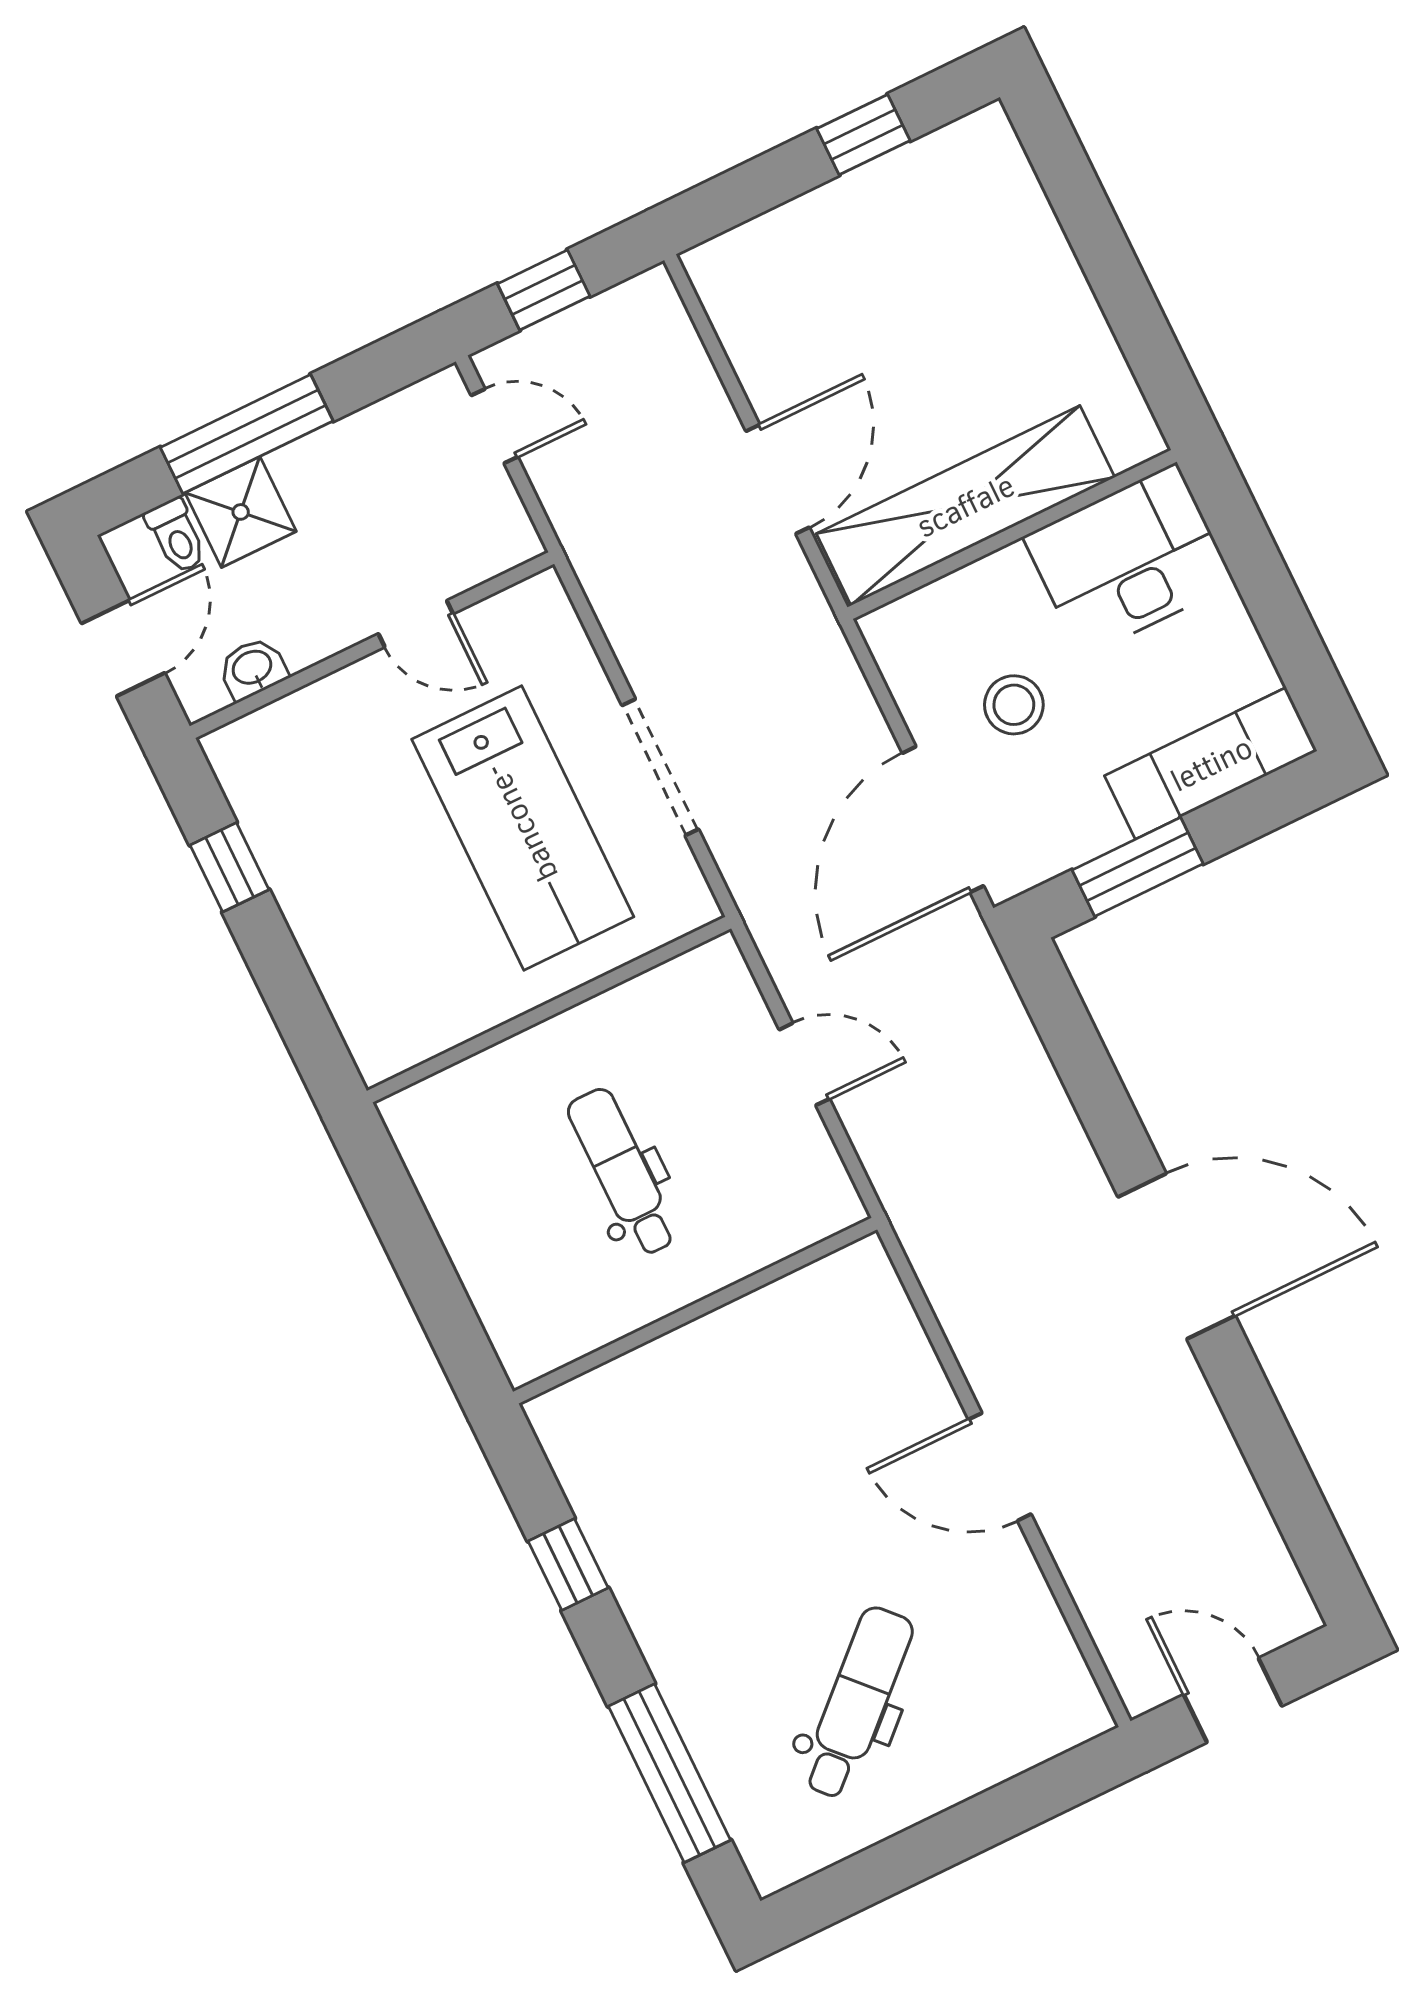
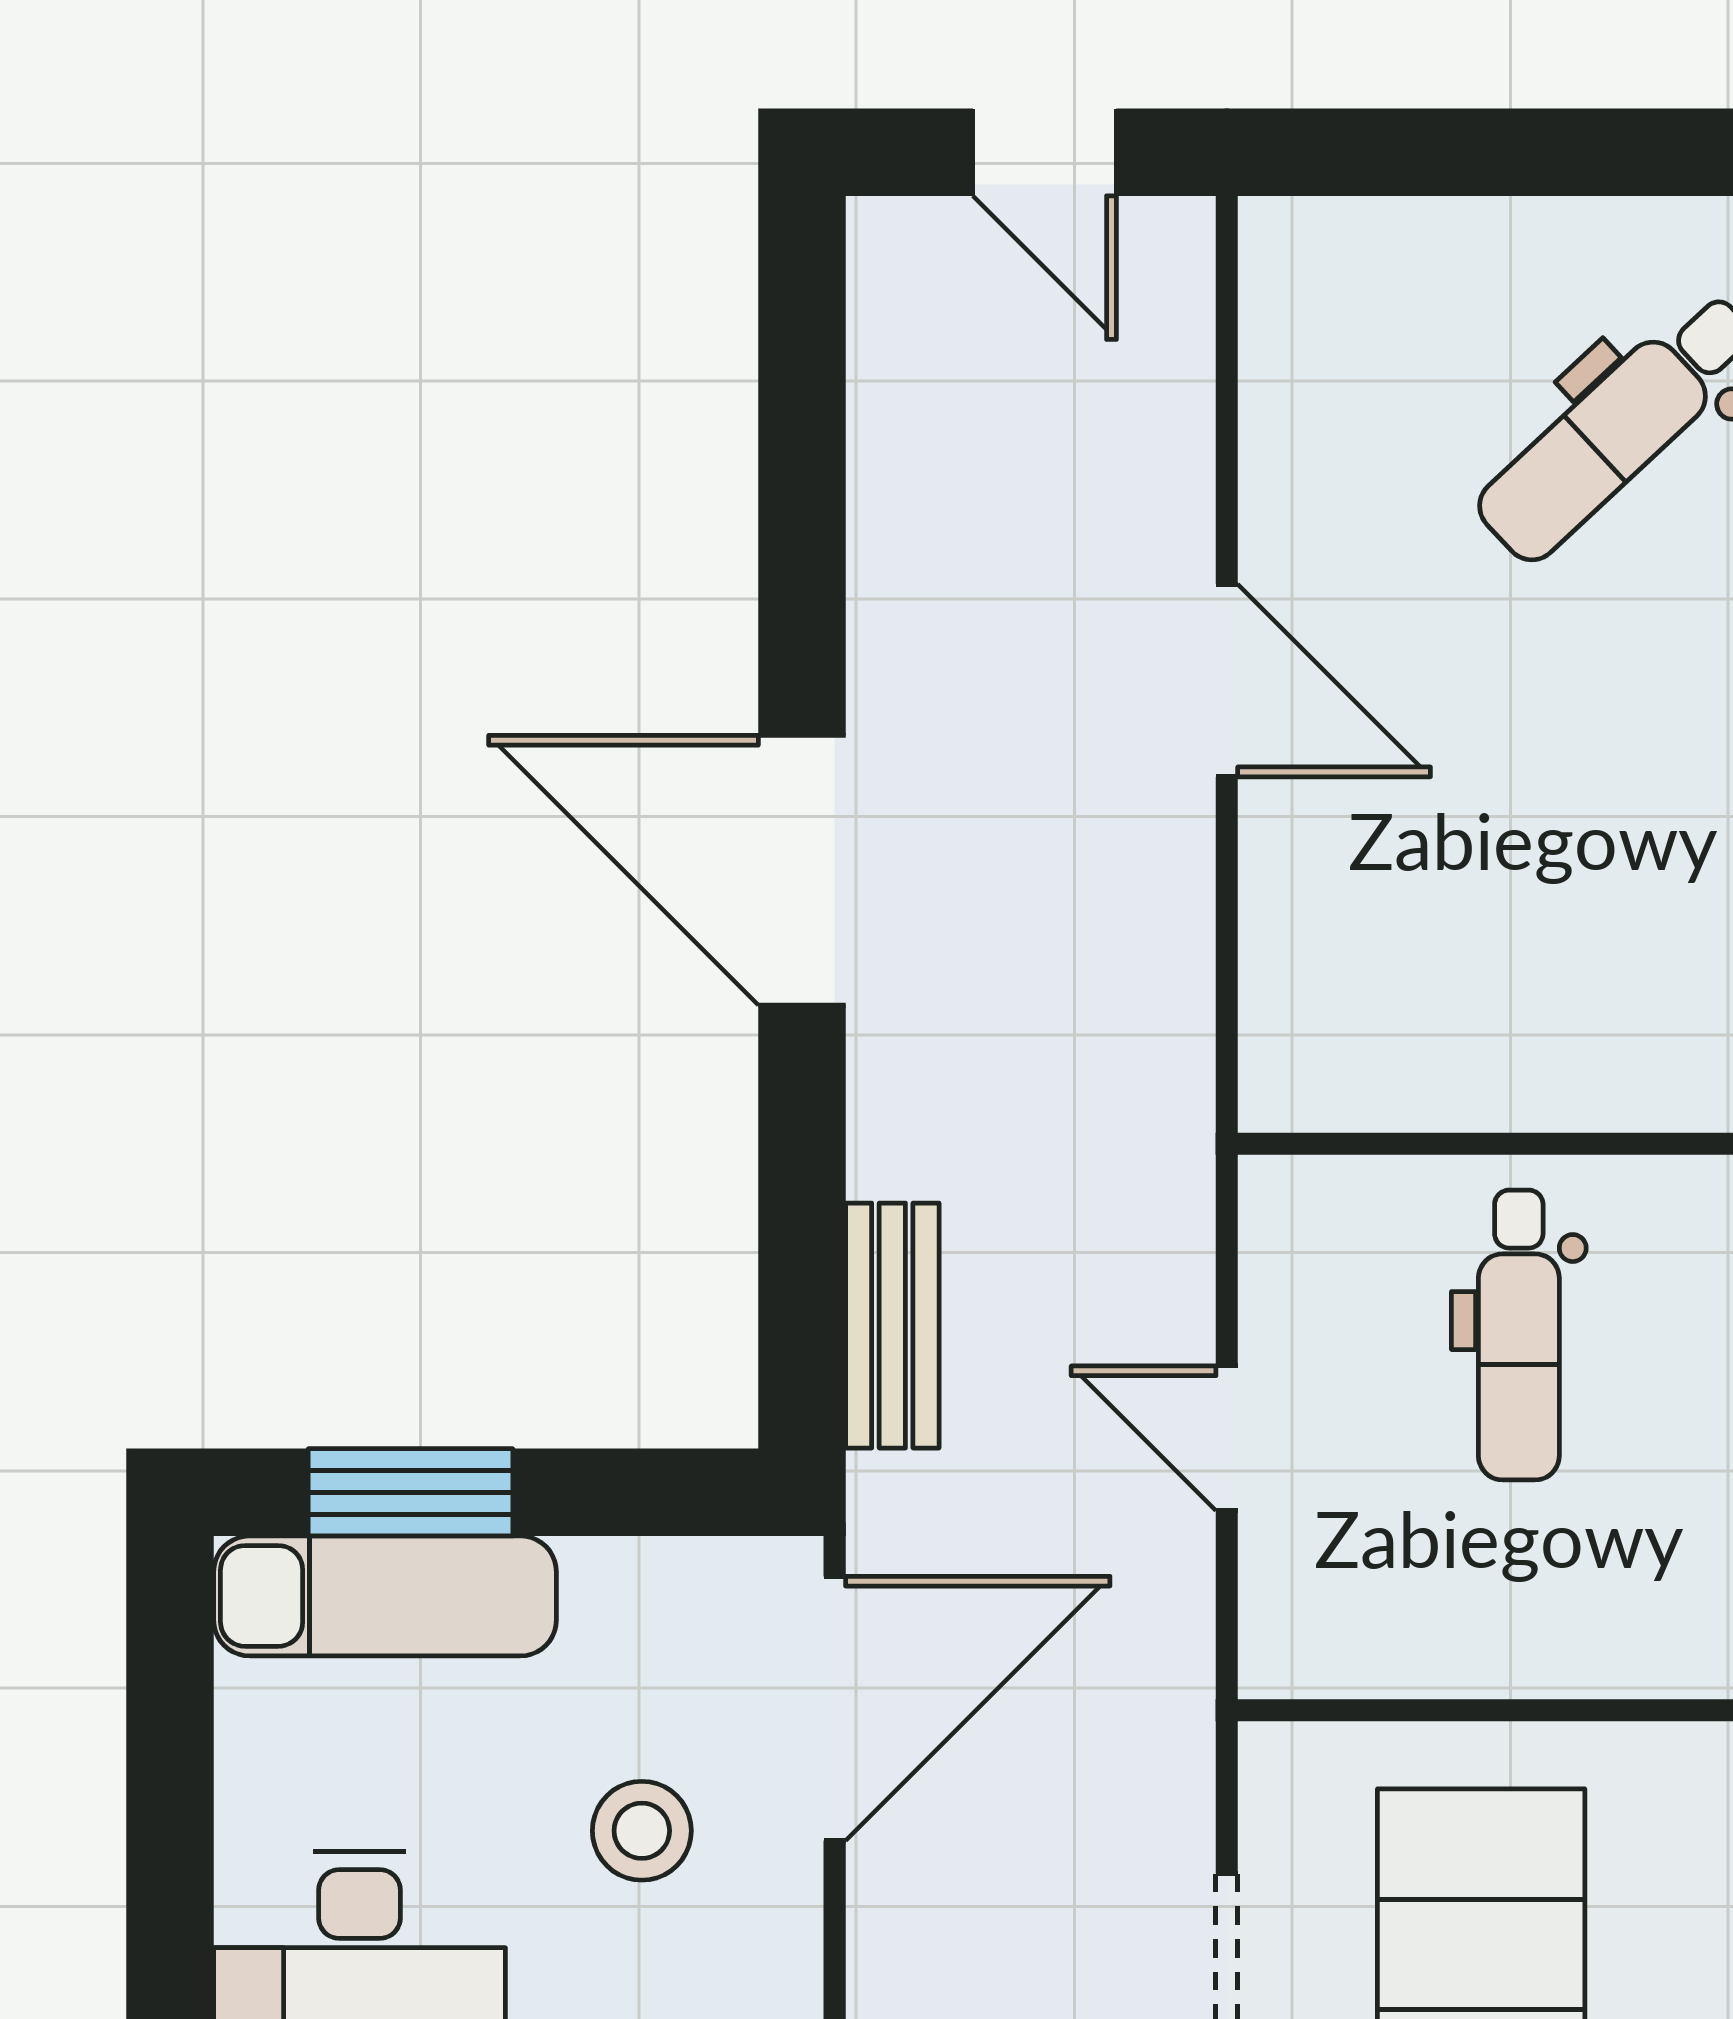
window: (1138, 867) -> (410, 1492), moved
bench: (1011, 1038) -> (892, 1326), added
dental chair: (623, 1172) -> (1519, 1335), moved

